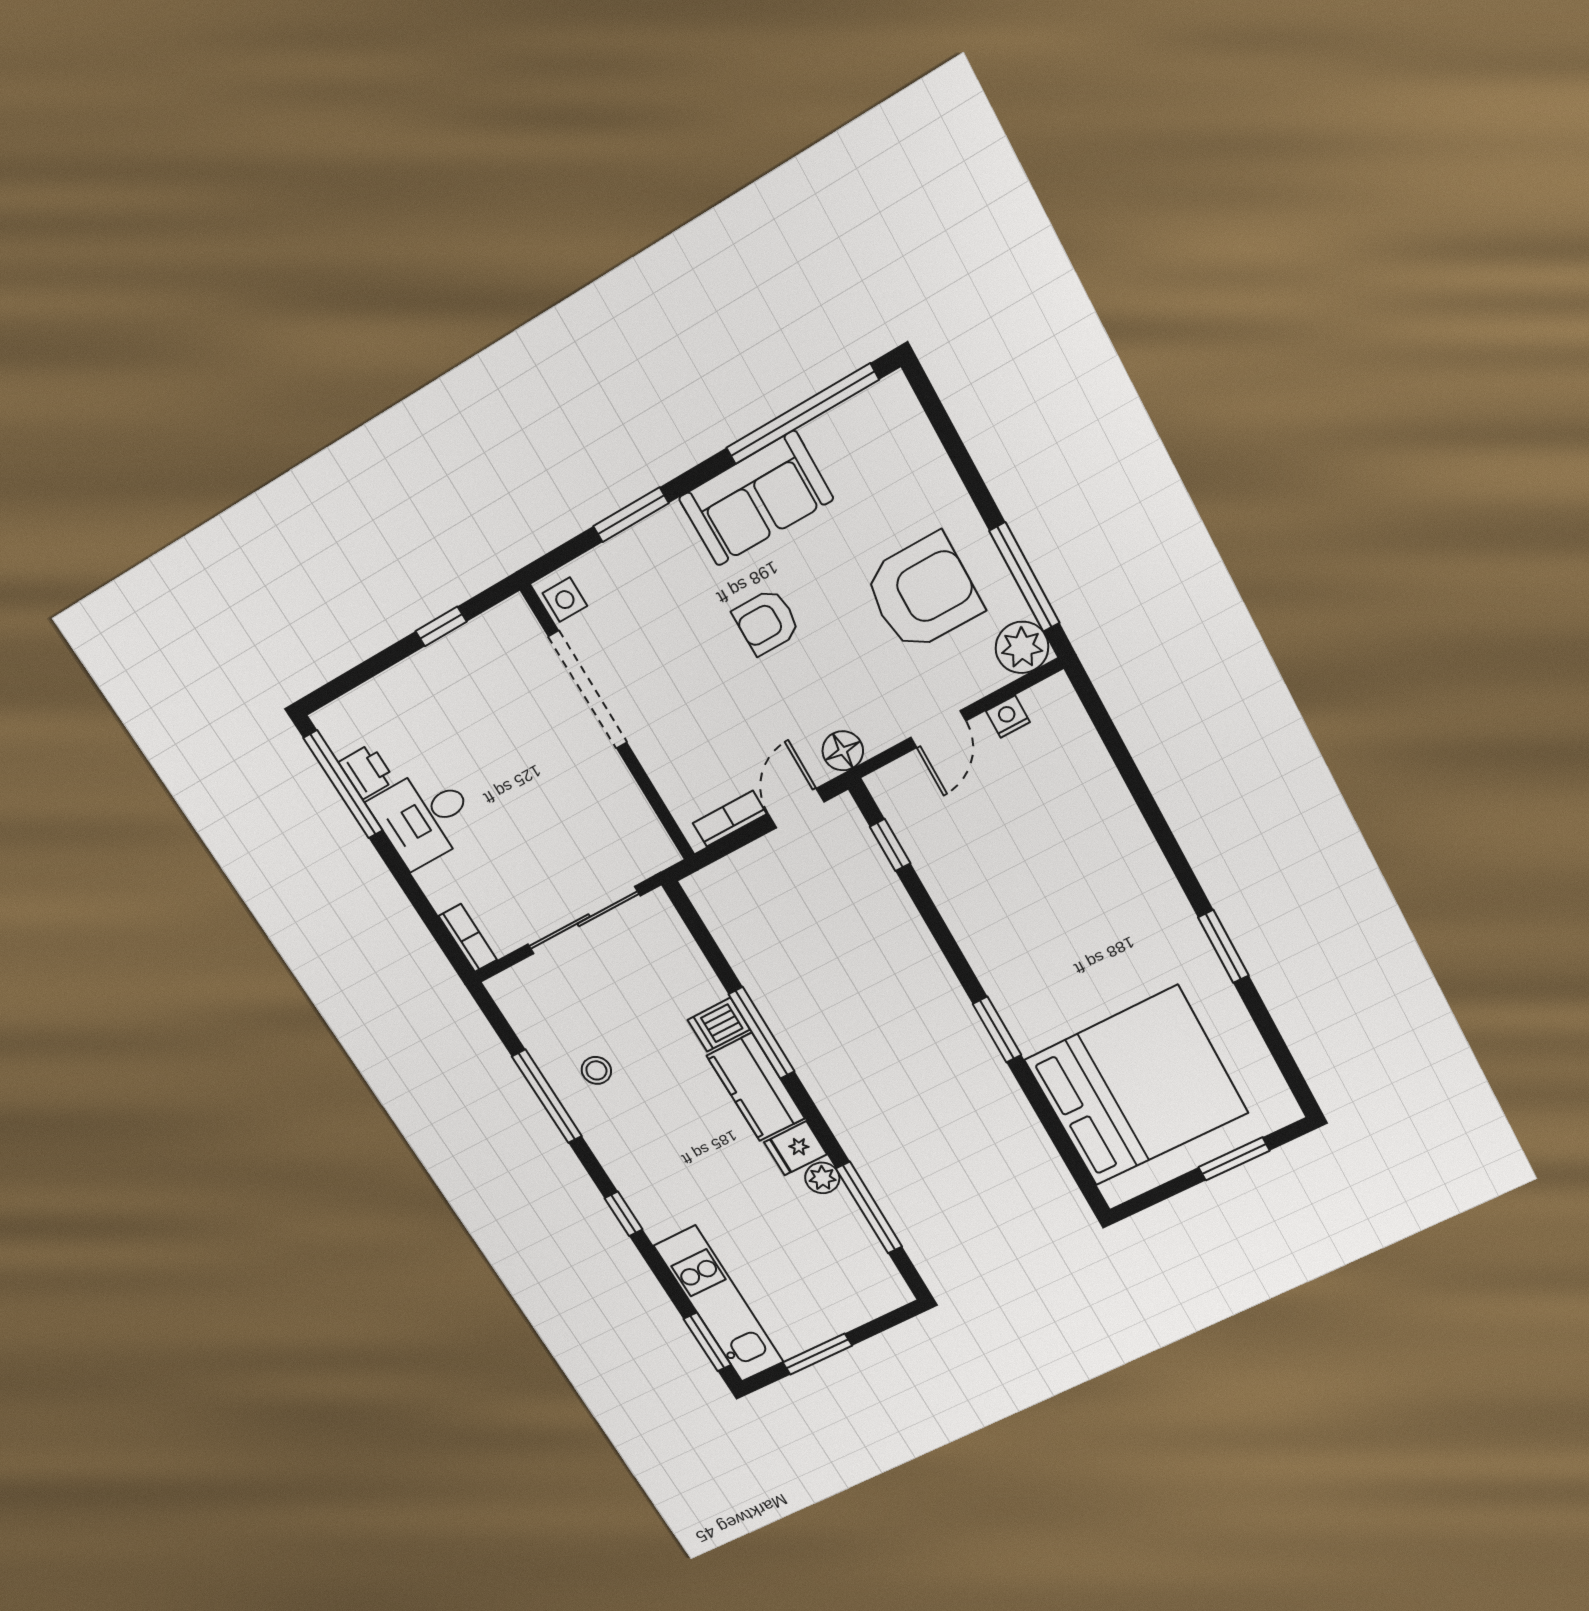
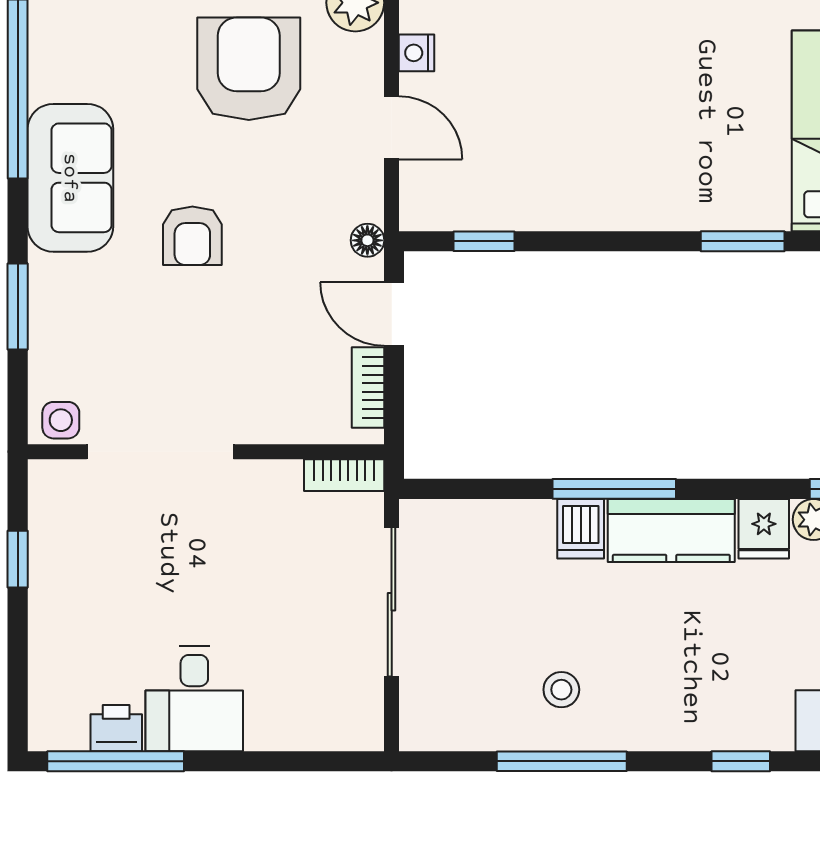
floor lamp: (843, 751) -> (367, 240), width x0.73, depth x0.73
bookcase: (468, 938) -> (344, 475), moved, turned 180

